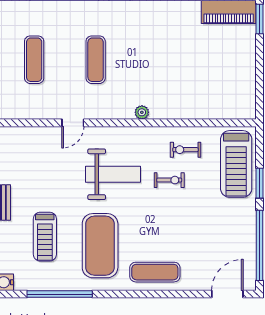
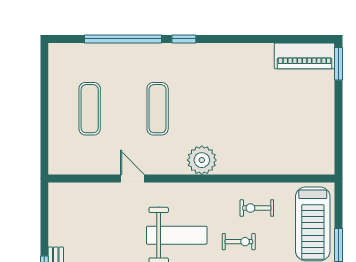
plant: (142, 112) -> (202, 160), width x1.88, depth x1.88
door: (73, 123) -> (132, 178), swing flipped

